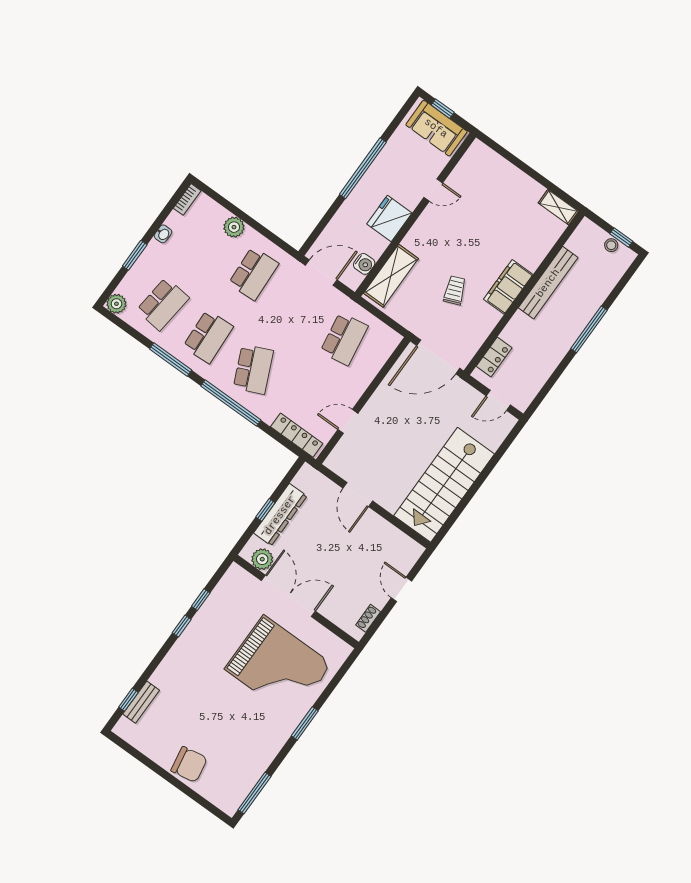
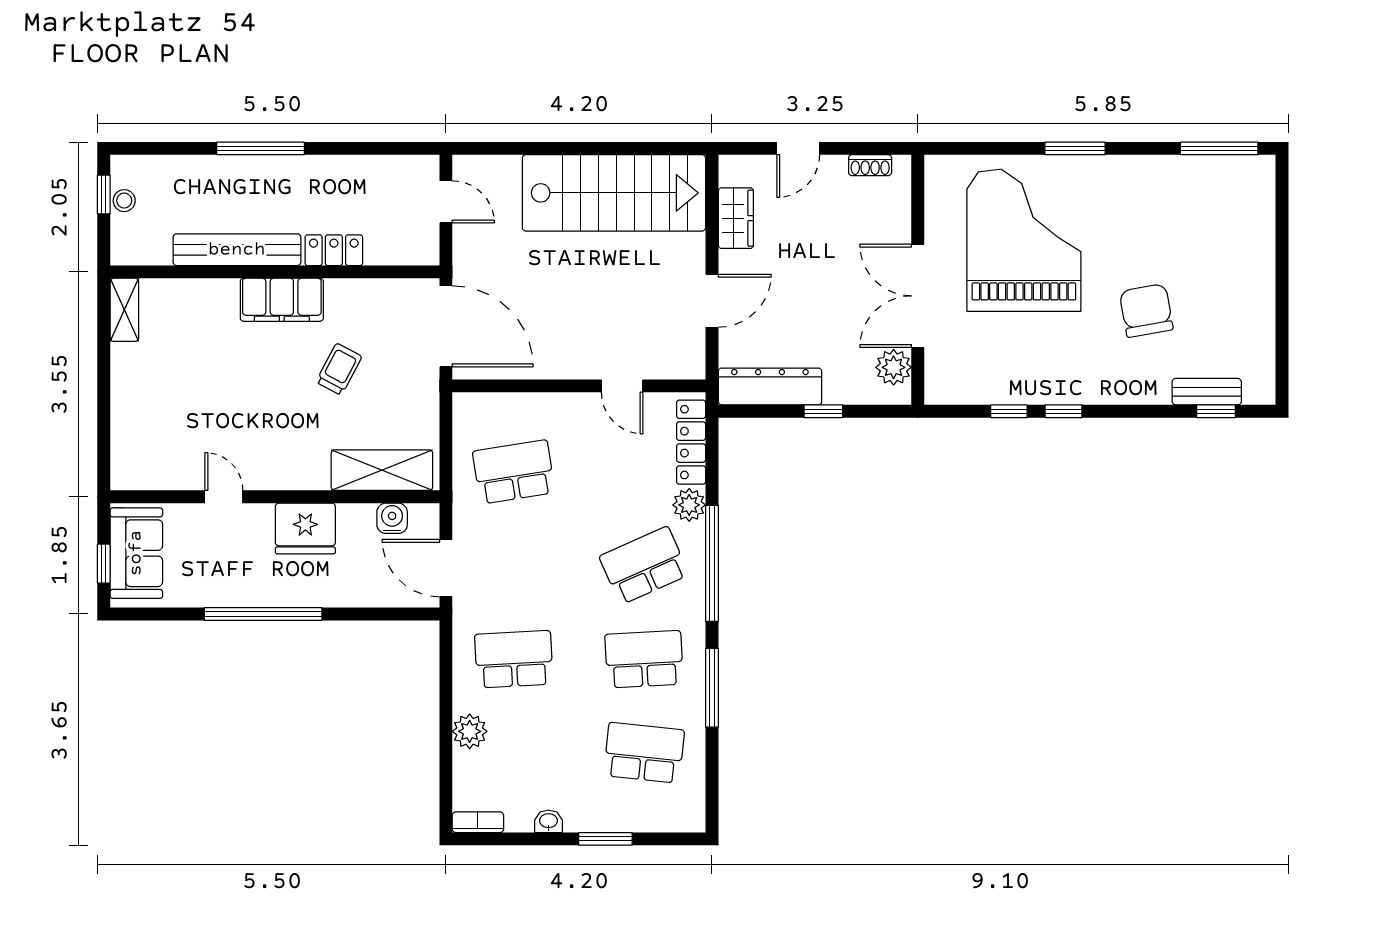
trolley: (455, 290) -> (339, 369), turned 140
plant: (116, 304) -> (689, 505), moved
locker: (494, 357) -> (334, 250), moved
dresser: (280, 515) -> (770, 386), moved
wardrobe: (389, 535) -> (736, 218), added
chair: (189, 764) -> (1146, 310), moved

